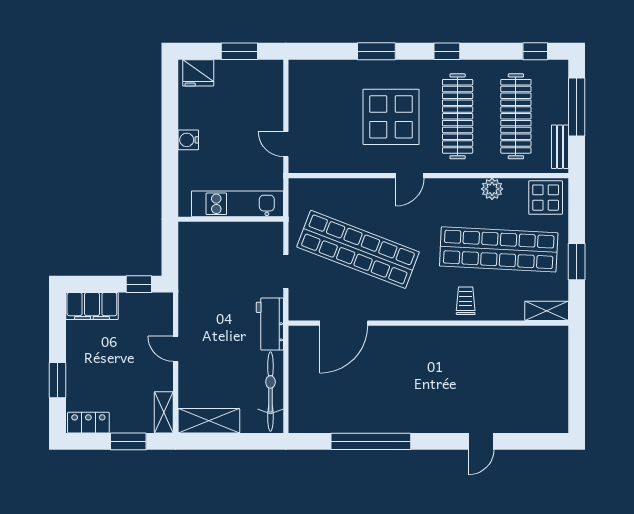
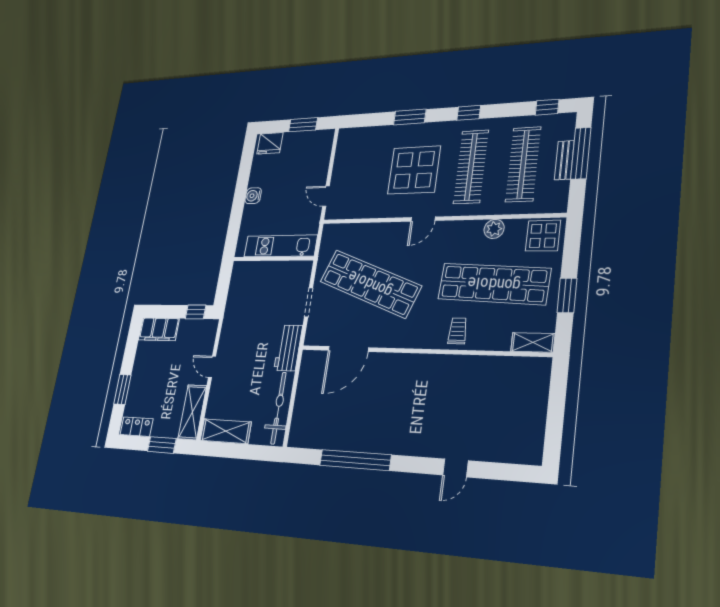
bench: (560, 147) -> (564, 160), moved
shelving: (164, 412) -> (192, 412), width x1.50, depth x1.33

